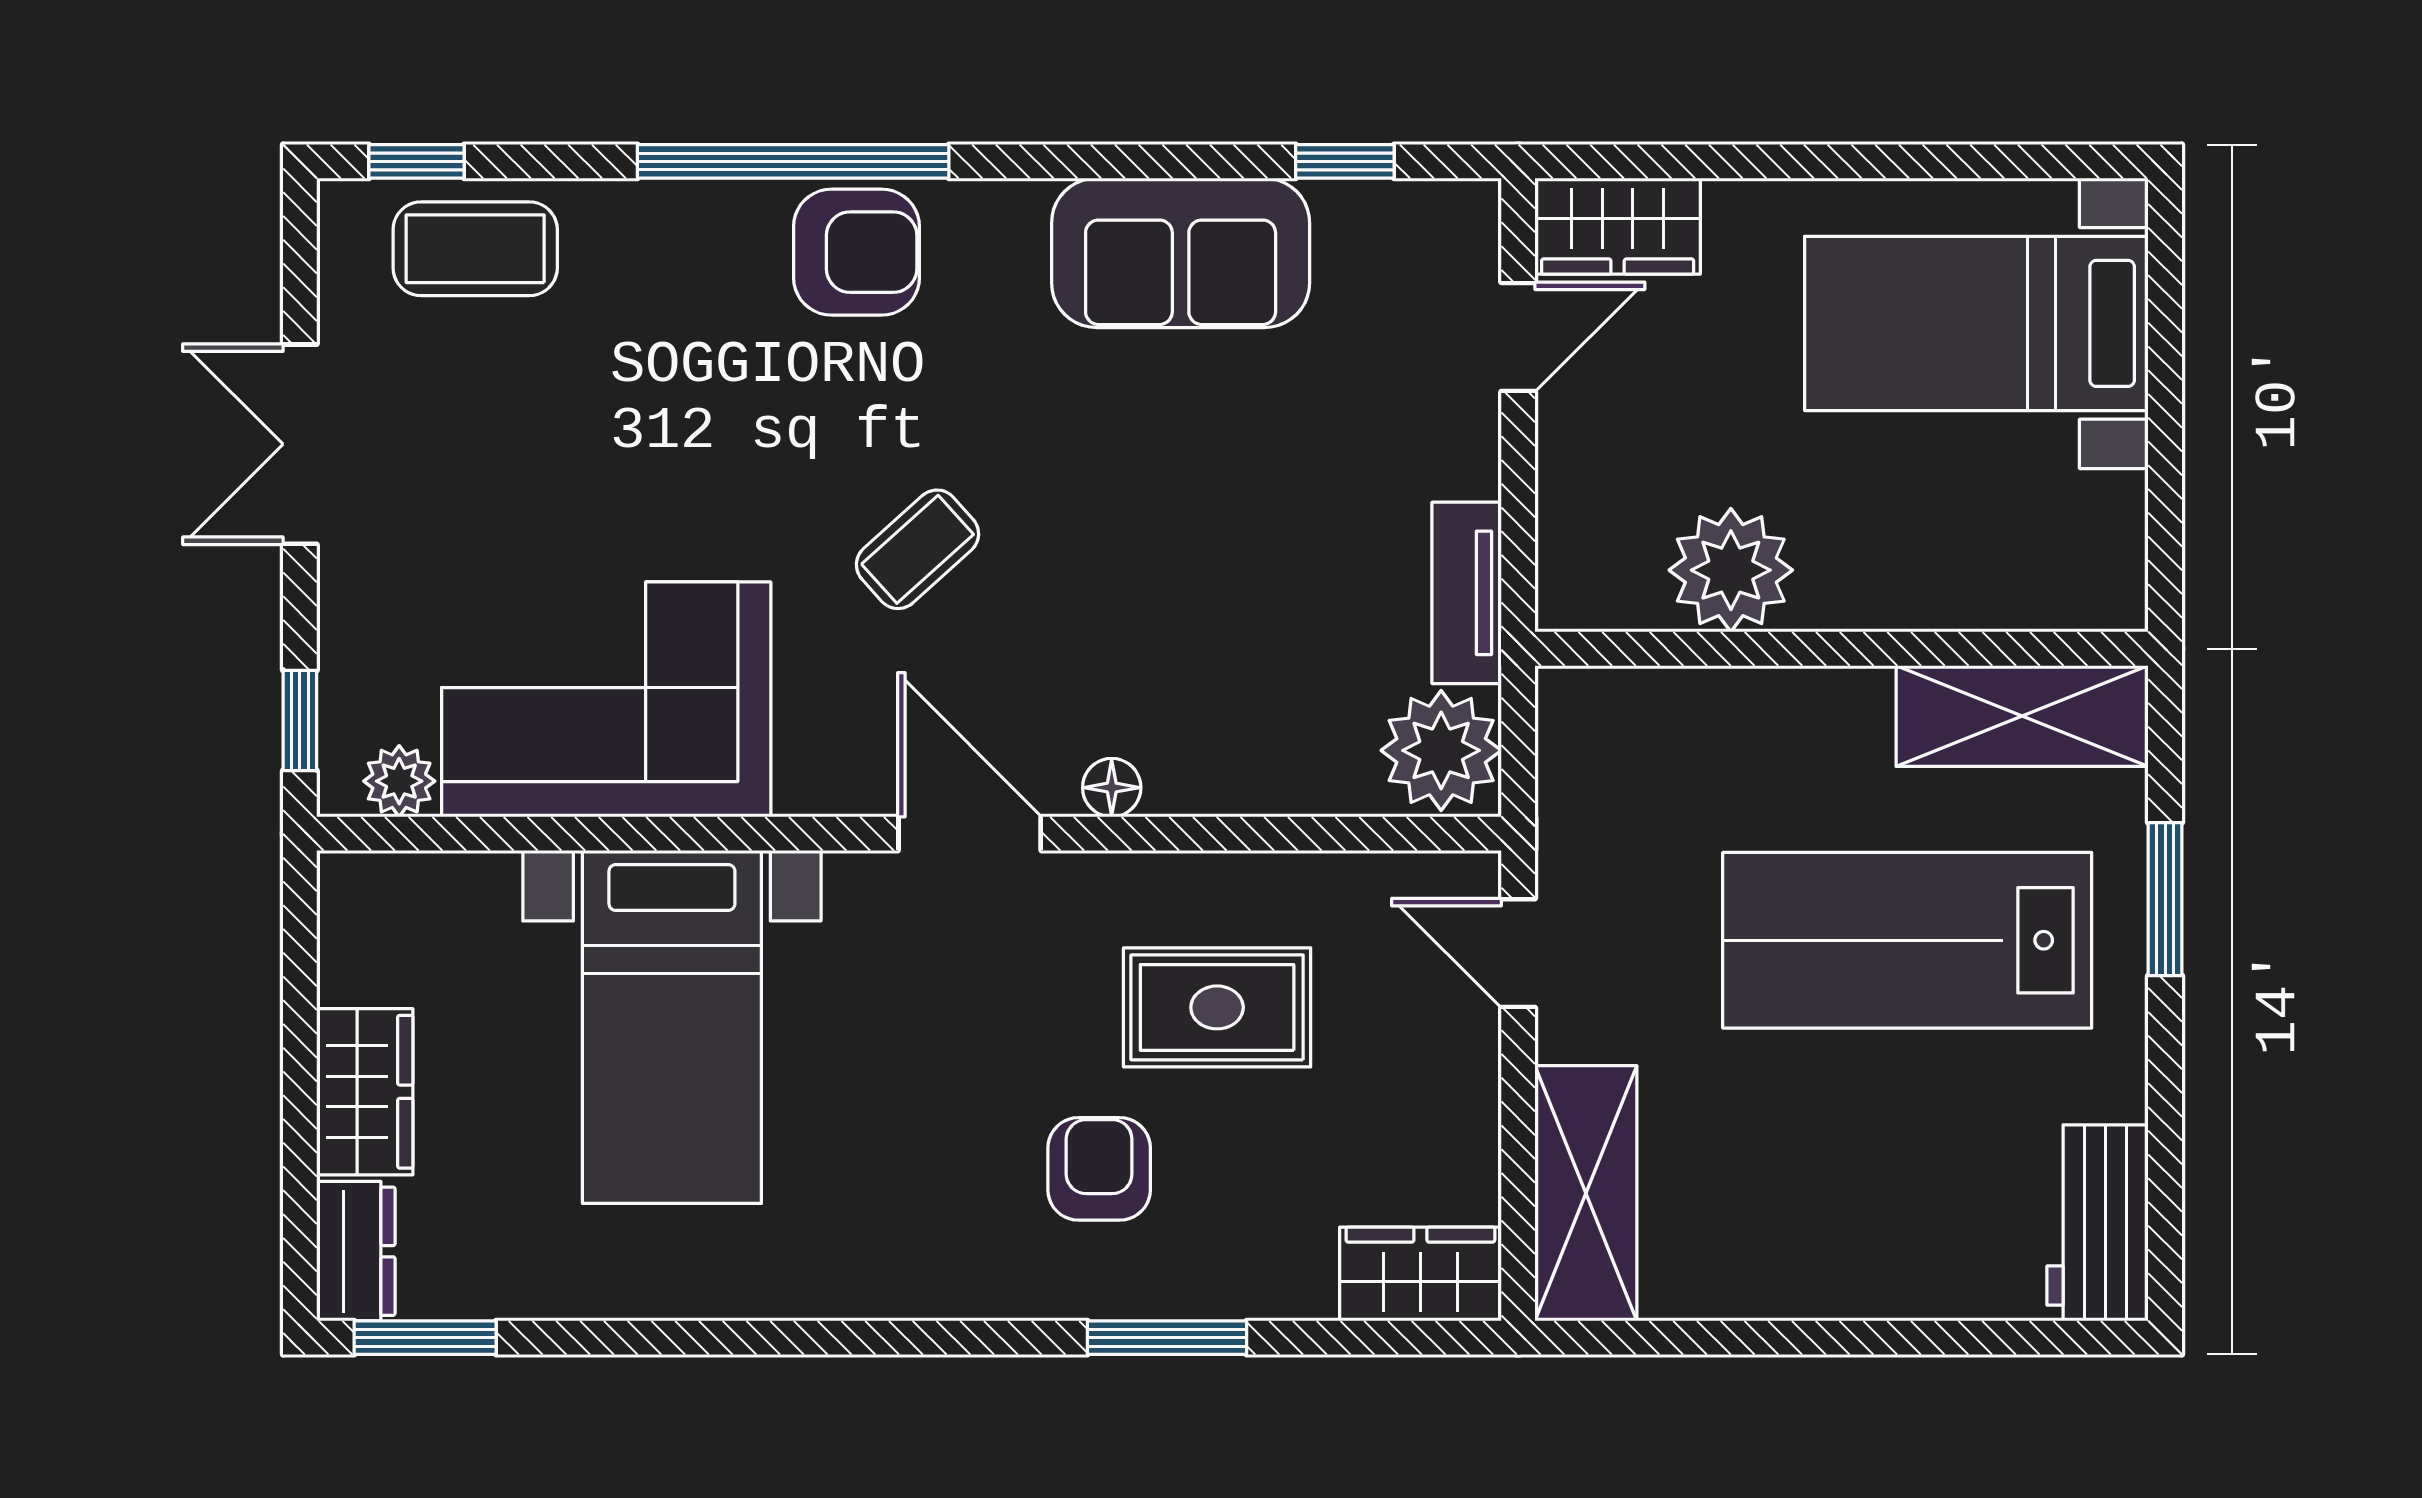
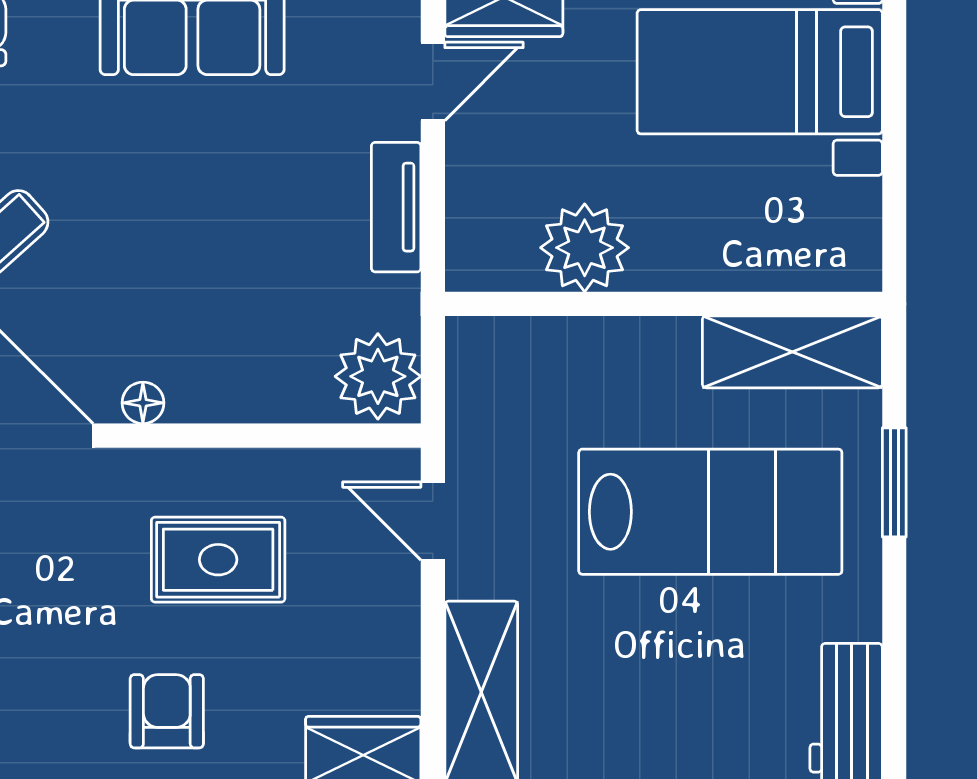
tv unit: (1467, 593) -> (396, 207), moved
lab bench: (1907, 940) -> (710, 512), turned 180
armchair: (1099, 1169) -> (167, 711), moved

